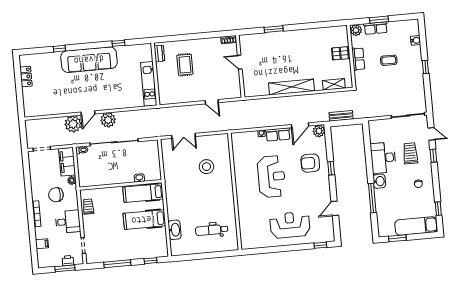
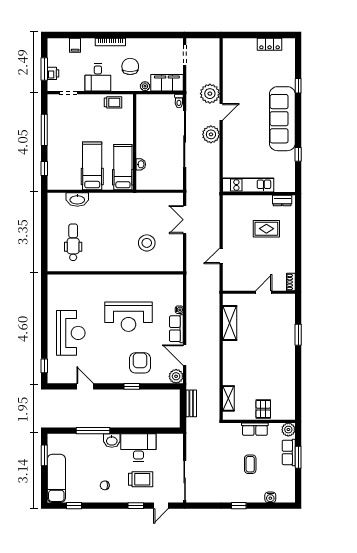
shelving: (292, 87) -> (230, 323), moved, width x0.68
door: (88, 113) -> (221, 112), swing flipped

